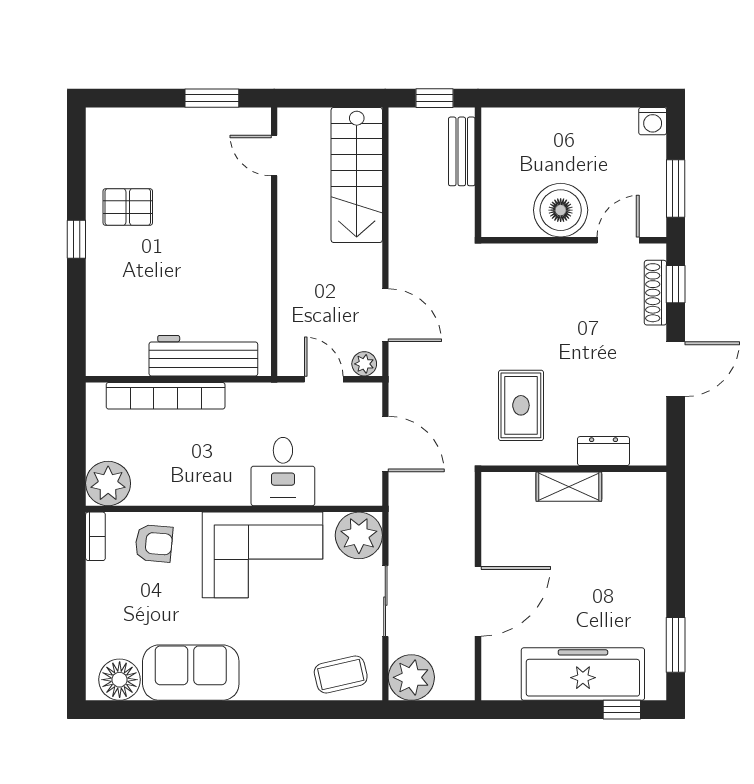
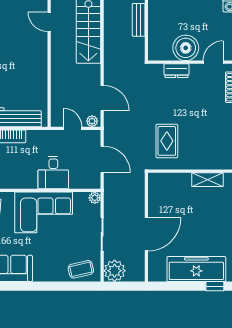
dresser: (604, 451) -> (176, 71), moved, turned 180
shelving: (569, 487) -> (207, 180), moved
plant: (359, 535) -> (95, 198), width x0.53, depth x0.53

